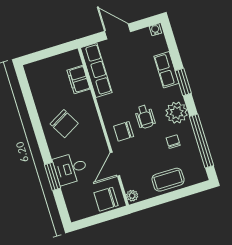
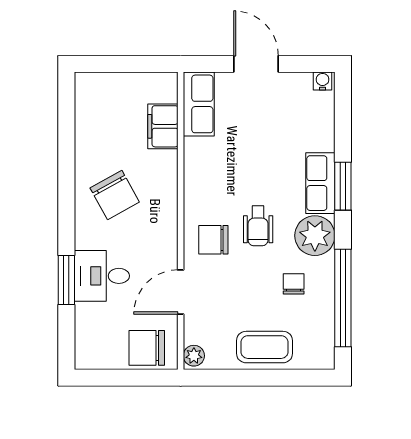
row of seats: (96, 70) -> (199, 104), width x0.68
row of seats: (166, 70) -> (320, 183), moved

